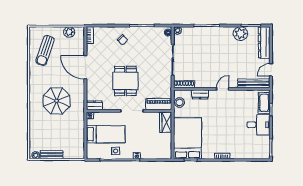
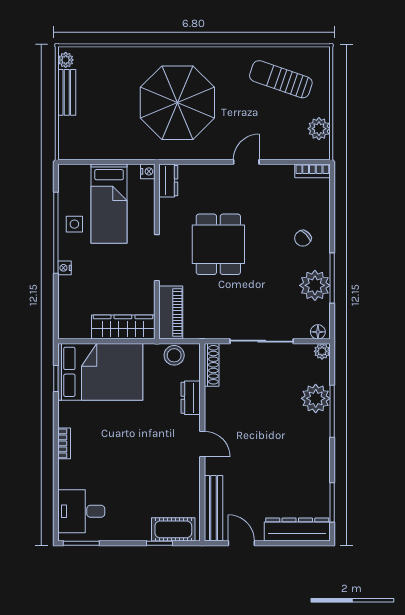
plant: (145, 34) -> (315, 285), added
plant: (240, 34) -> (316, 398), moved
door: (85, 67) -> (246, 162), width x0.53
dining table: (125, 81) -> (218, 244), turned 90
parasol: (57, 101) -> (177, 103), width x1.36, depth x1.36
wardrobe: (166, 122) -> (123, 327), width x1.50
desk: (259, 125) -> (81, 511), moved, turned 90

